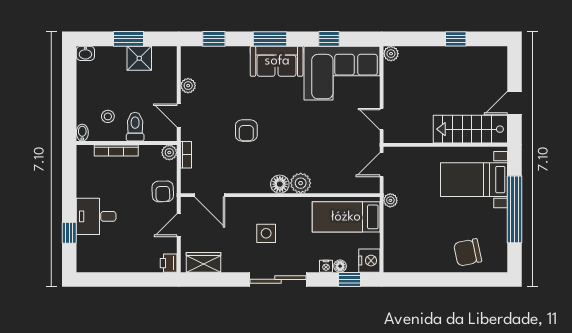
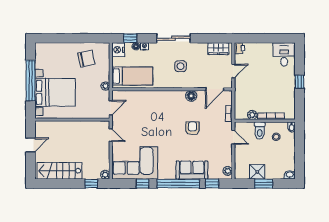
window: (270, 39) -> (178, 184), width x2.11
window: (456, 39) -> (91, 184), moved
sofa: (277, 61) -> (192, 170), moved
plant: (188, 86) -> (228, 171), moved
stairs: (470, 129) -> (59, 171), moved, turned 180
plant: (169, 152) -> (252, 115), moved
bed with nightstands: (474, 180) -> (55, 92), width x1.36
plant: (301, 183) -> (160, 96), removed
floor lamp: (280, 184) -> (191, 96), moved
armchair: (163, 191) -> (243, 91), removed
door: (210, 195) -> (215, 89), swing flipped
desk: (96, 216) -> (284, 54), moved, turned -90
window: (69, 233) -> (299, 82), moved
chair: (468, 252) -> (86, 59), moved

